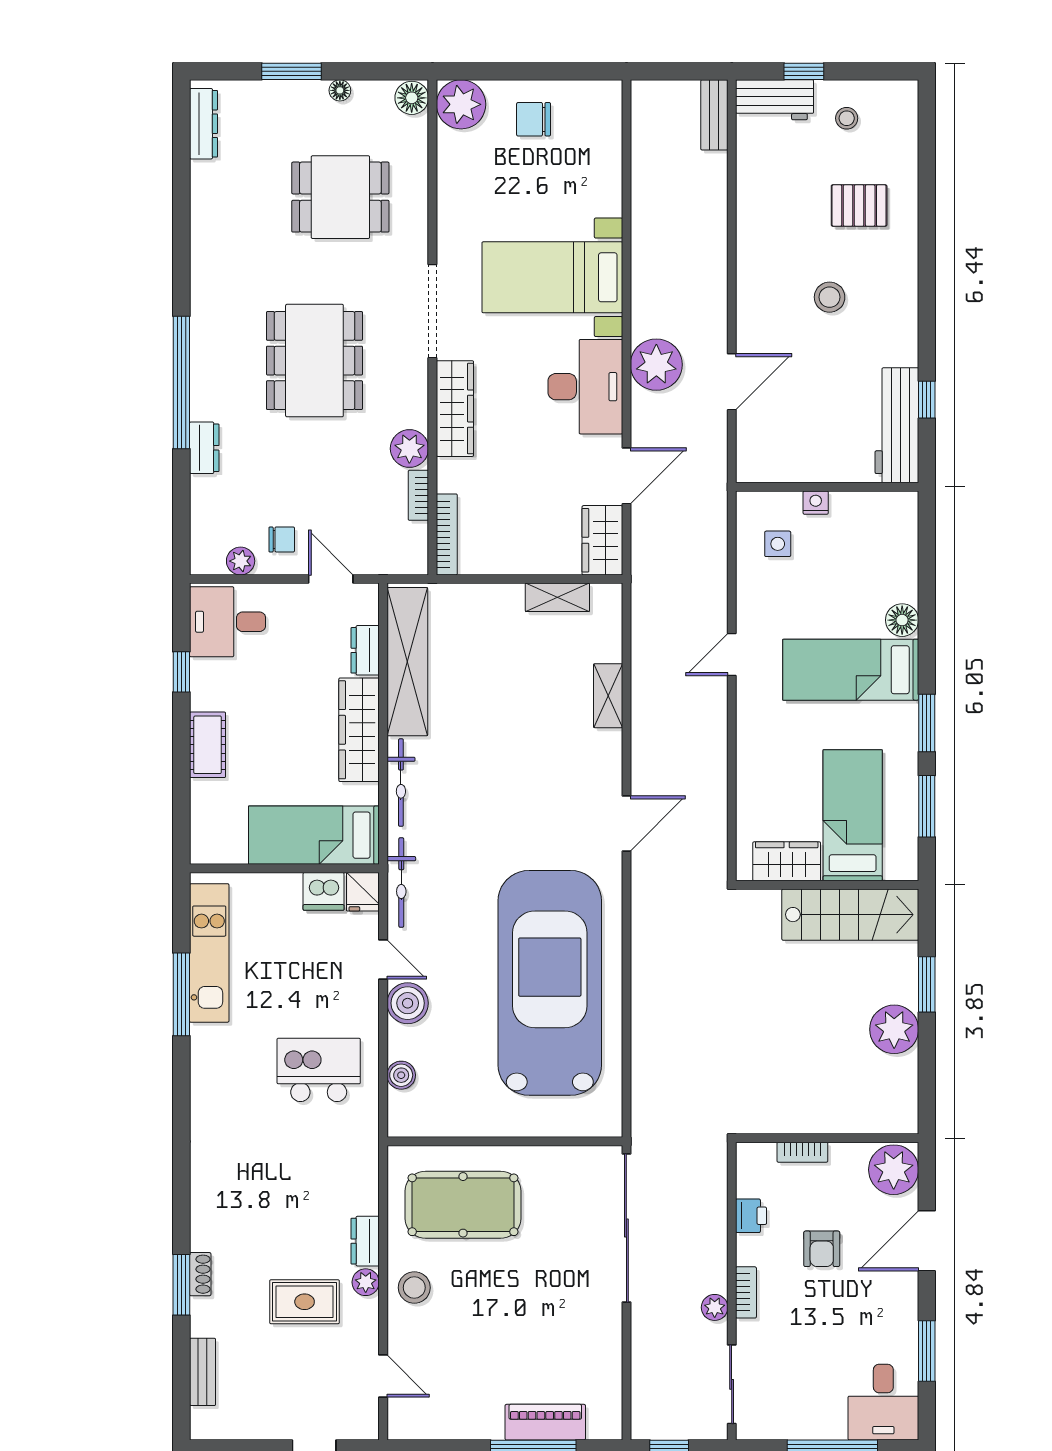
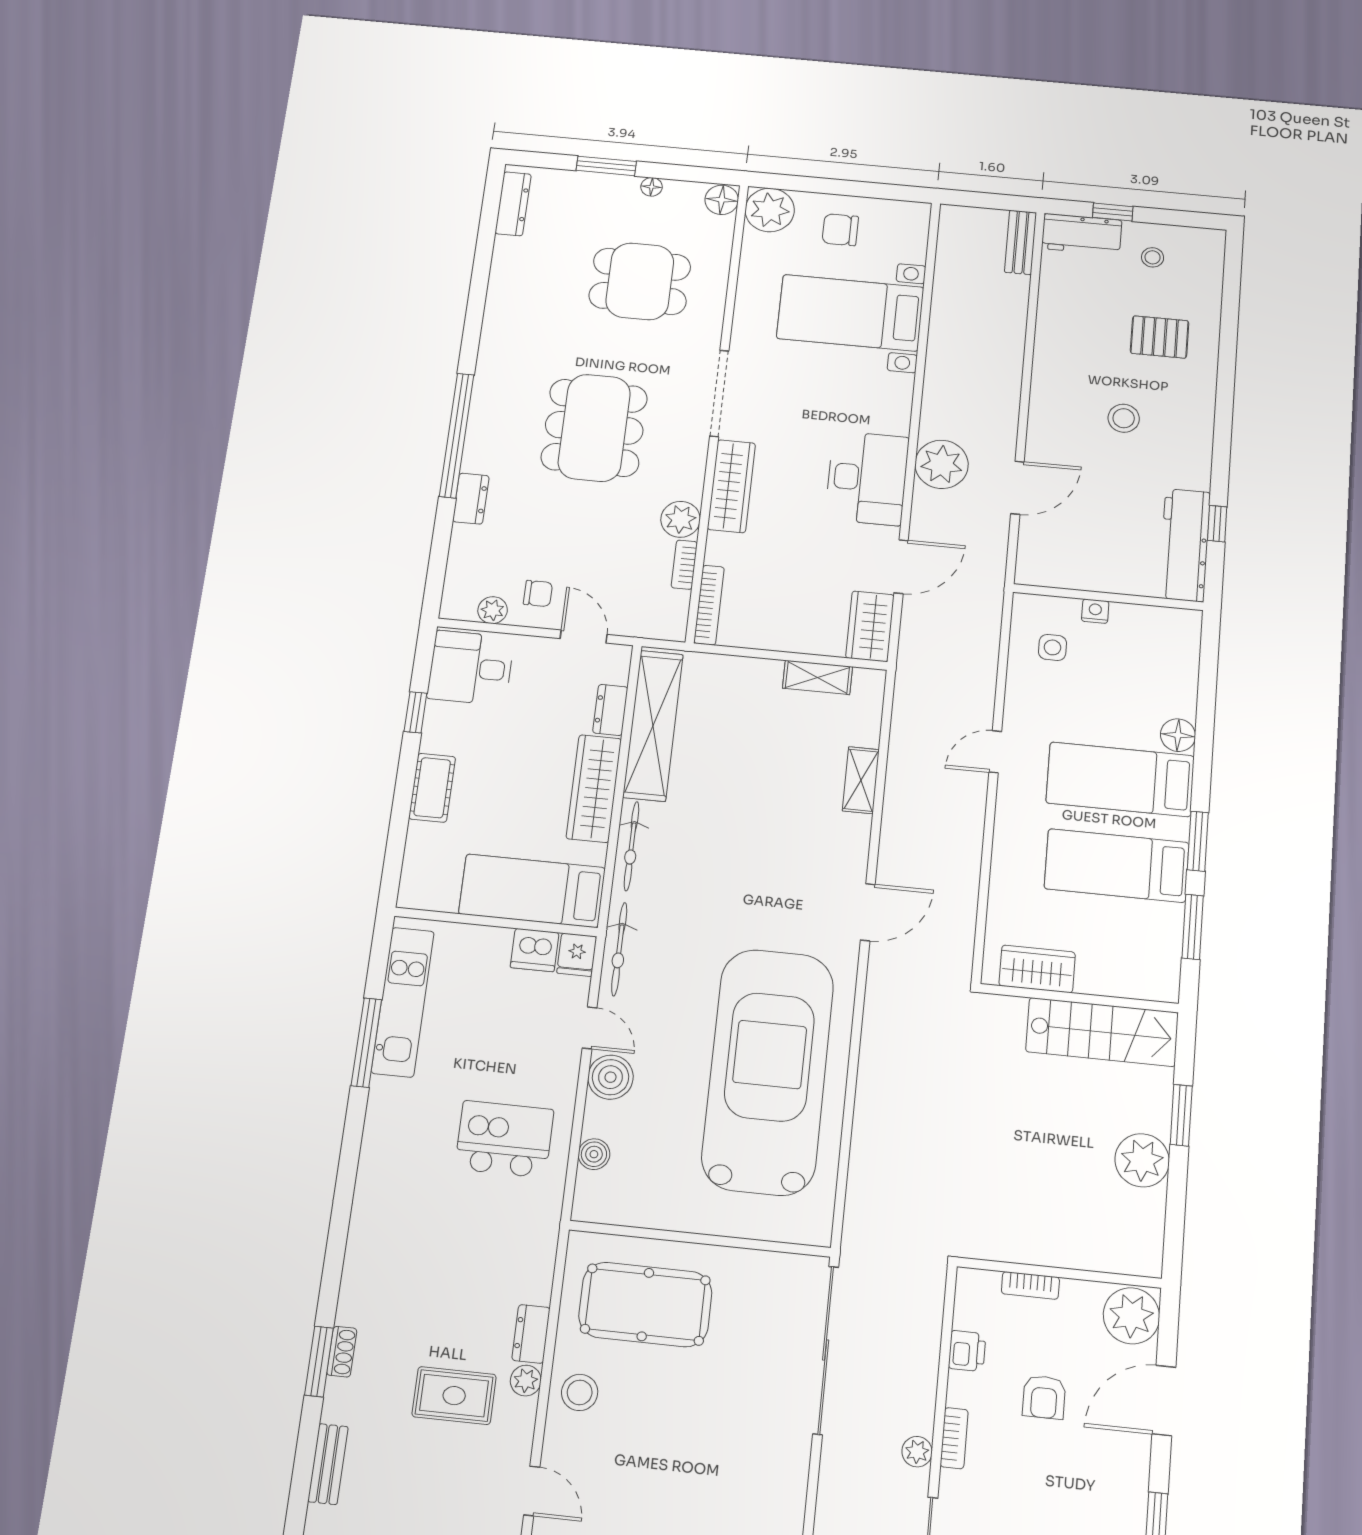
bed with nightstands: (552, 277) -> (850, 313), moved
bed: (853, 815) -> (1117, 866), moved, turned -90

